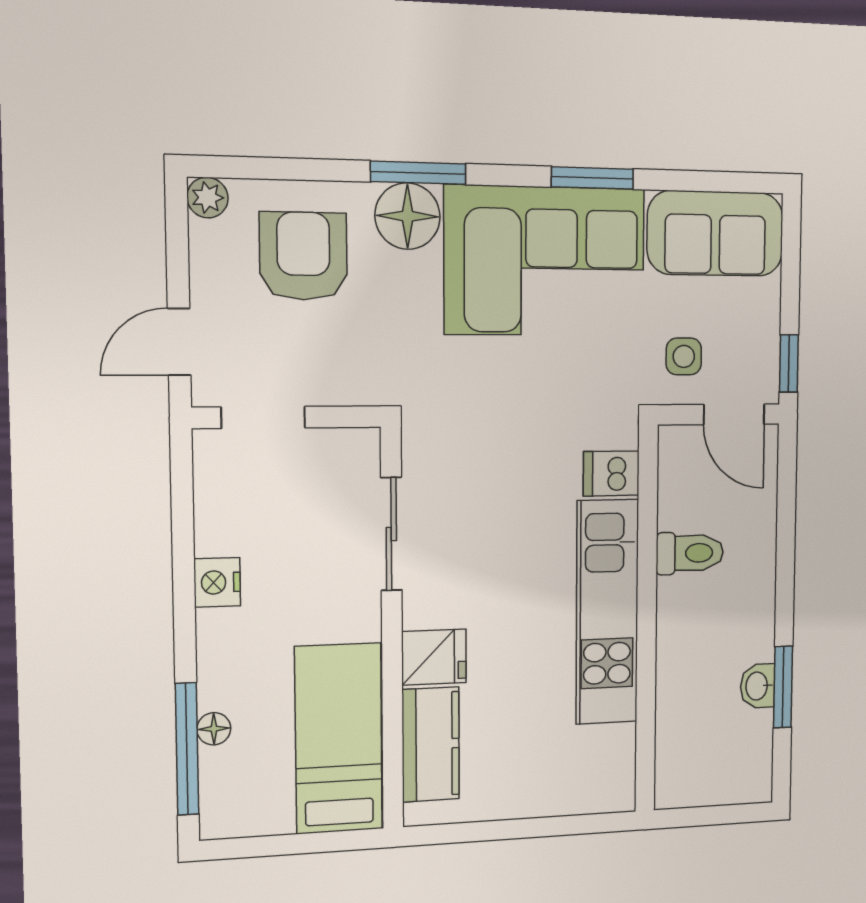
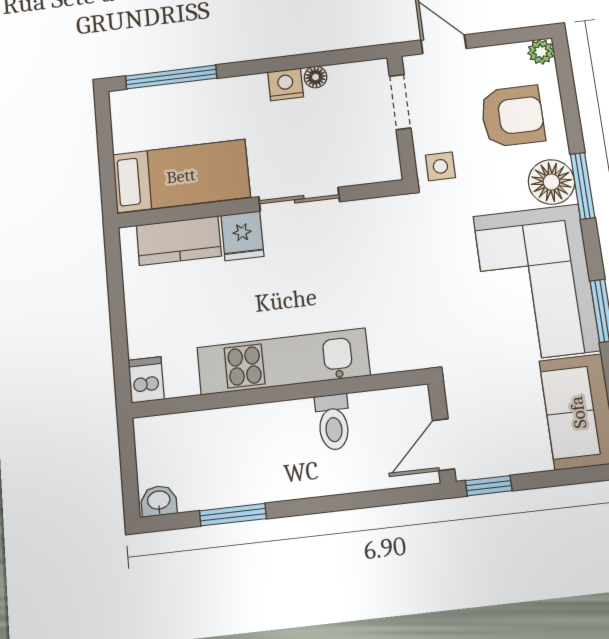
side table: (684, 356) -> (440, 166), moved
dishwasher: (611, 473) -> (146, 380), moved
sliding door: (391, 534) -> (299, 199), moved
washbasin: (758, 686) -> (159, 501), moved
floor lamp: (214, 729) -> (316, 77), moved

